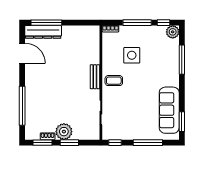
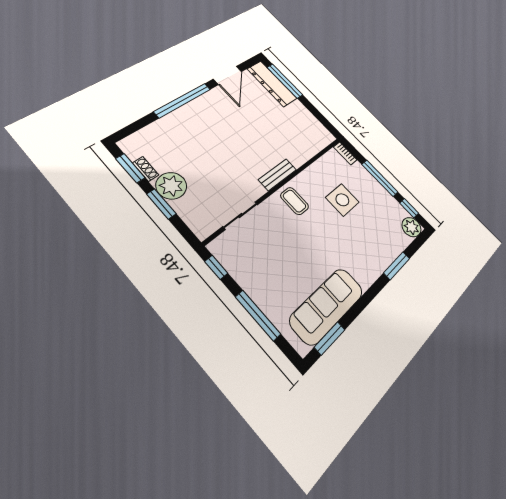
window: (182, 60) -> (397, 266), width x0.69
window: (22, 106) -> (183, 100), moved

